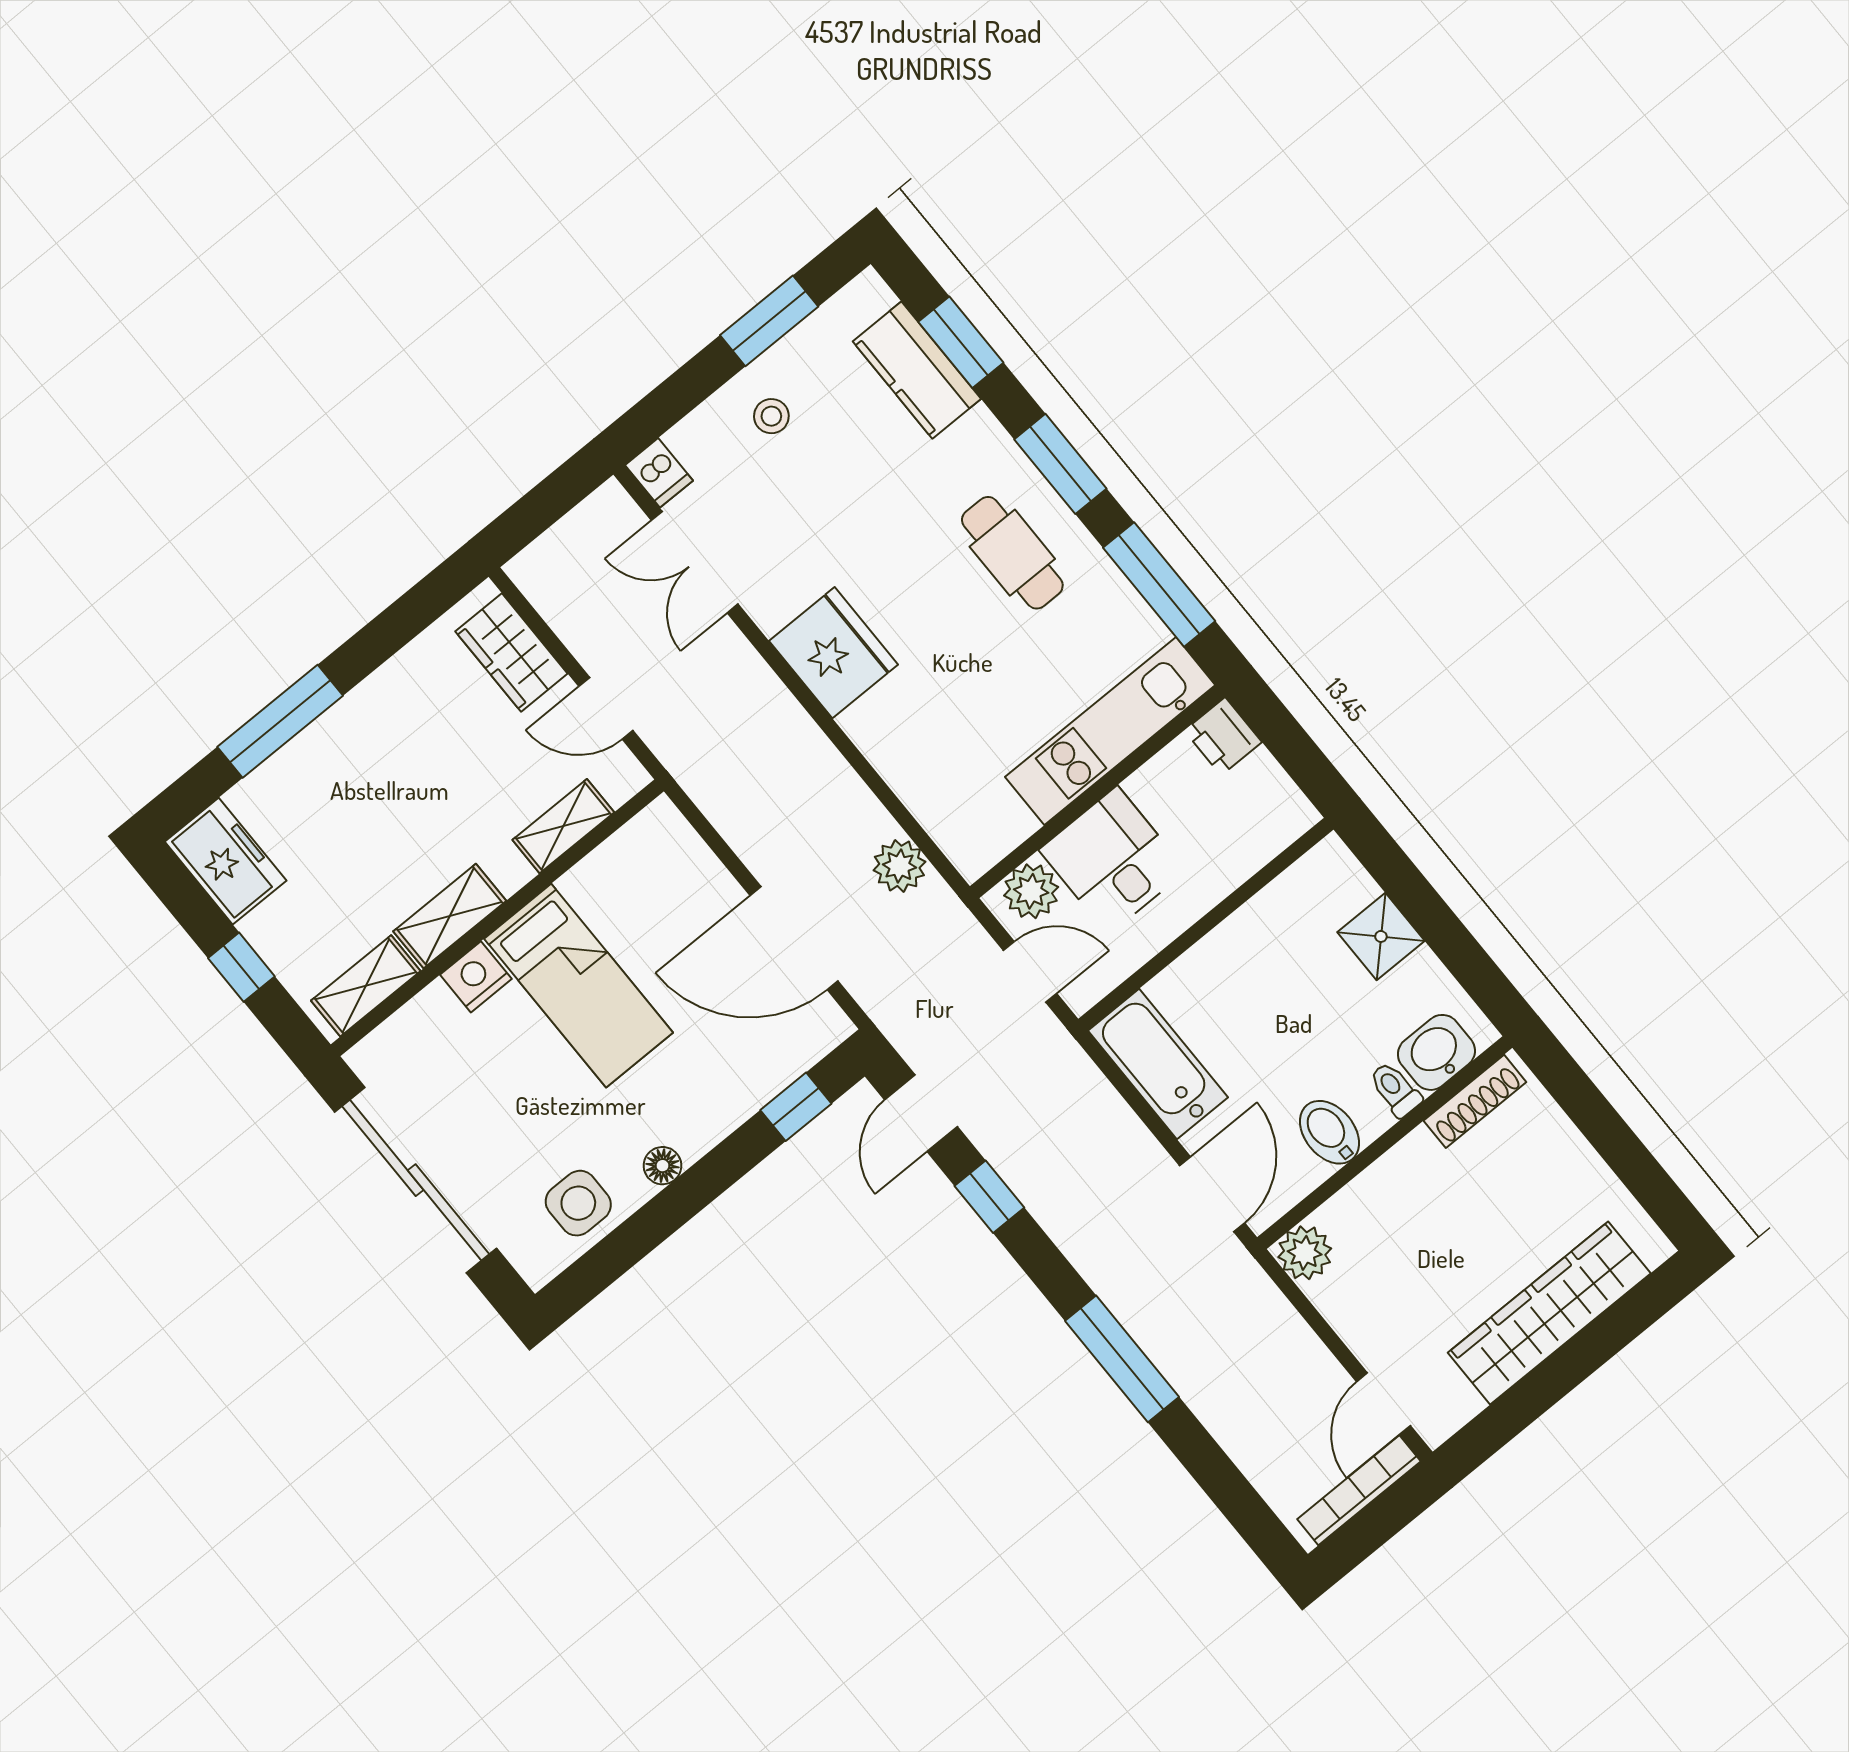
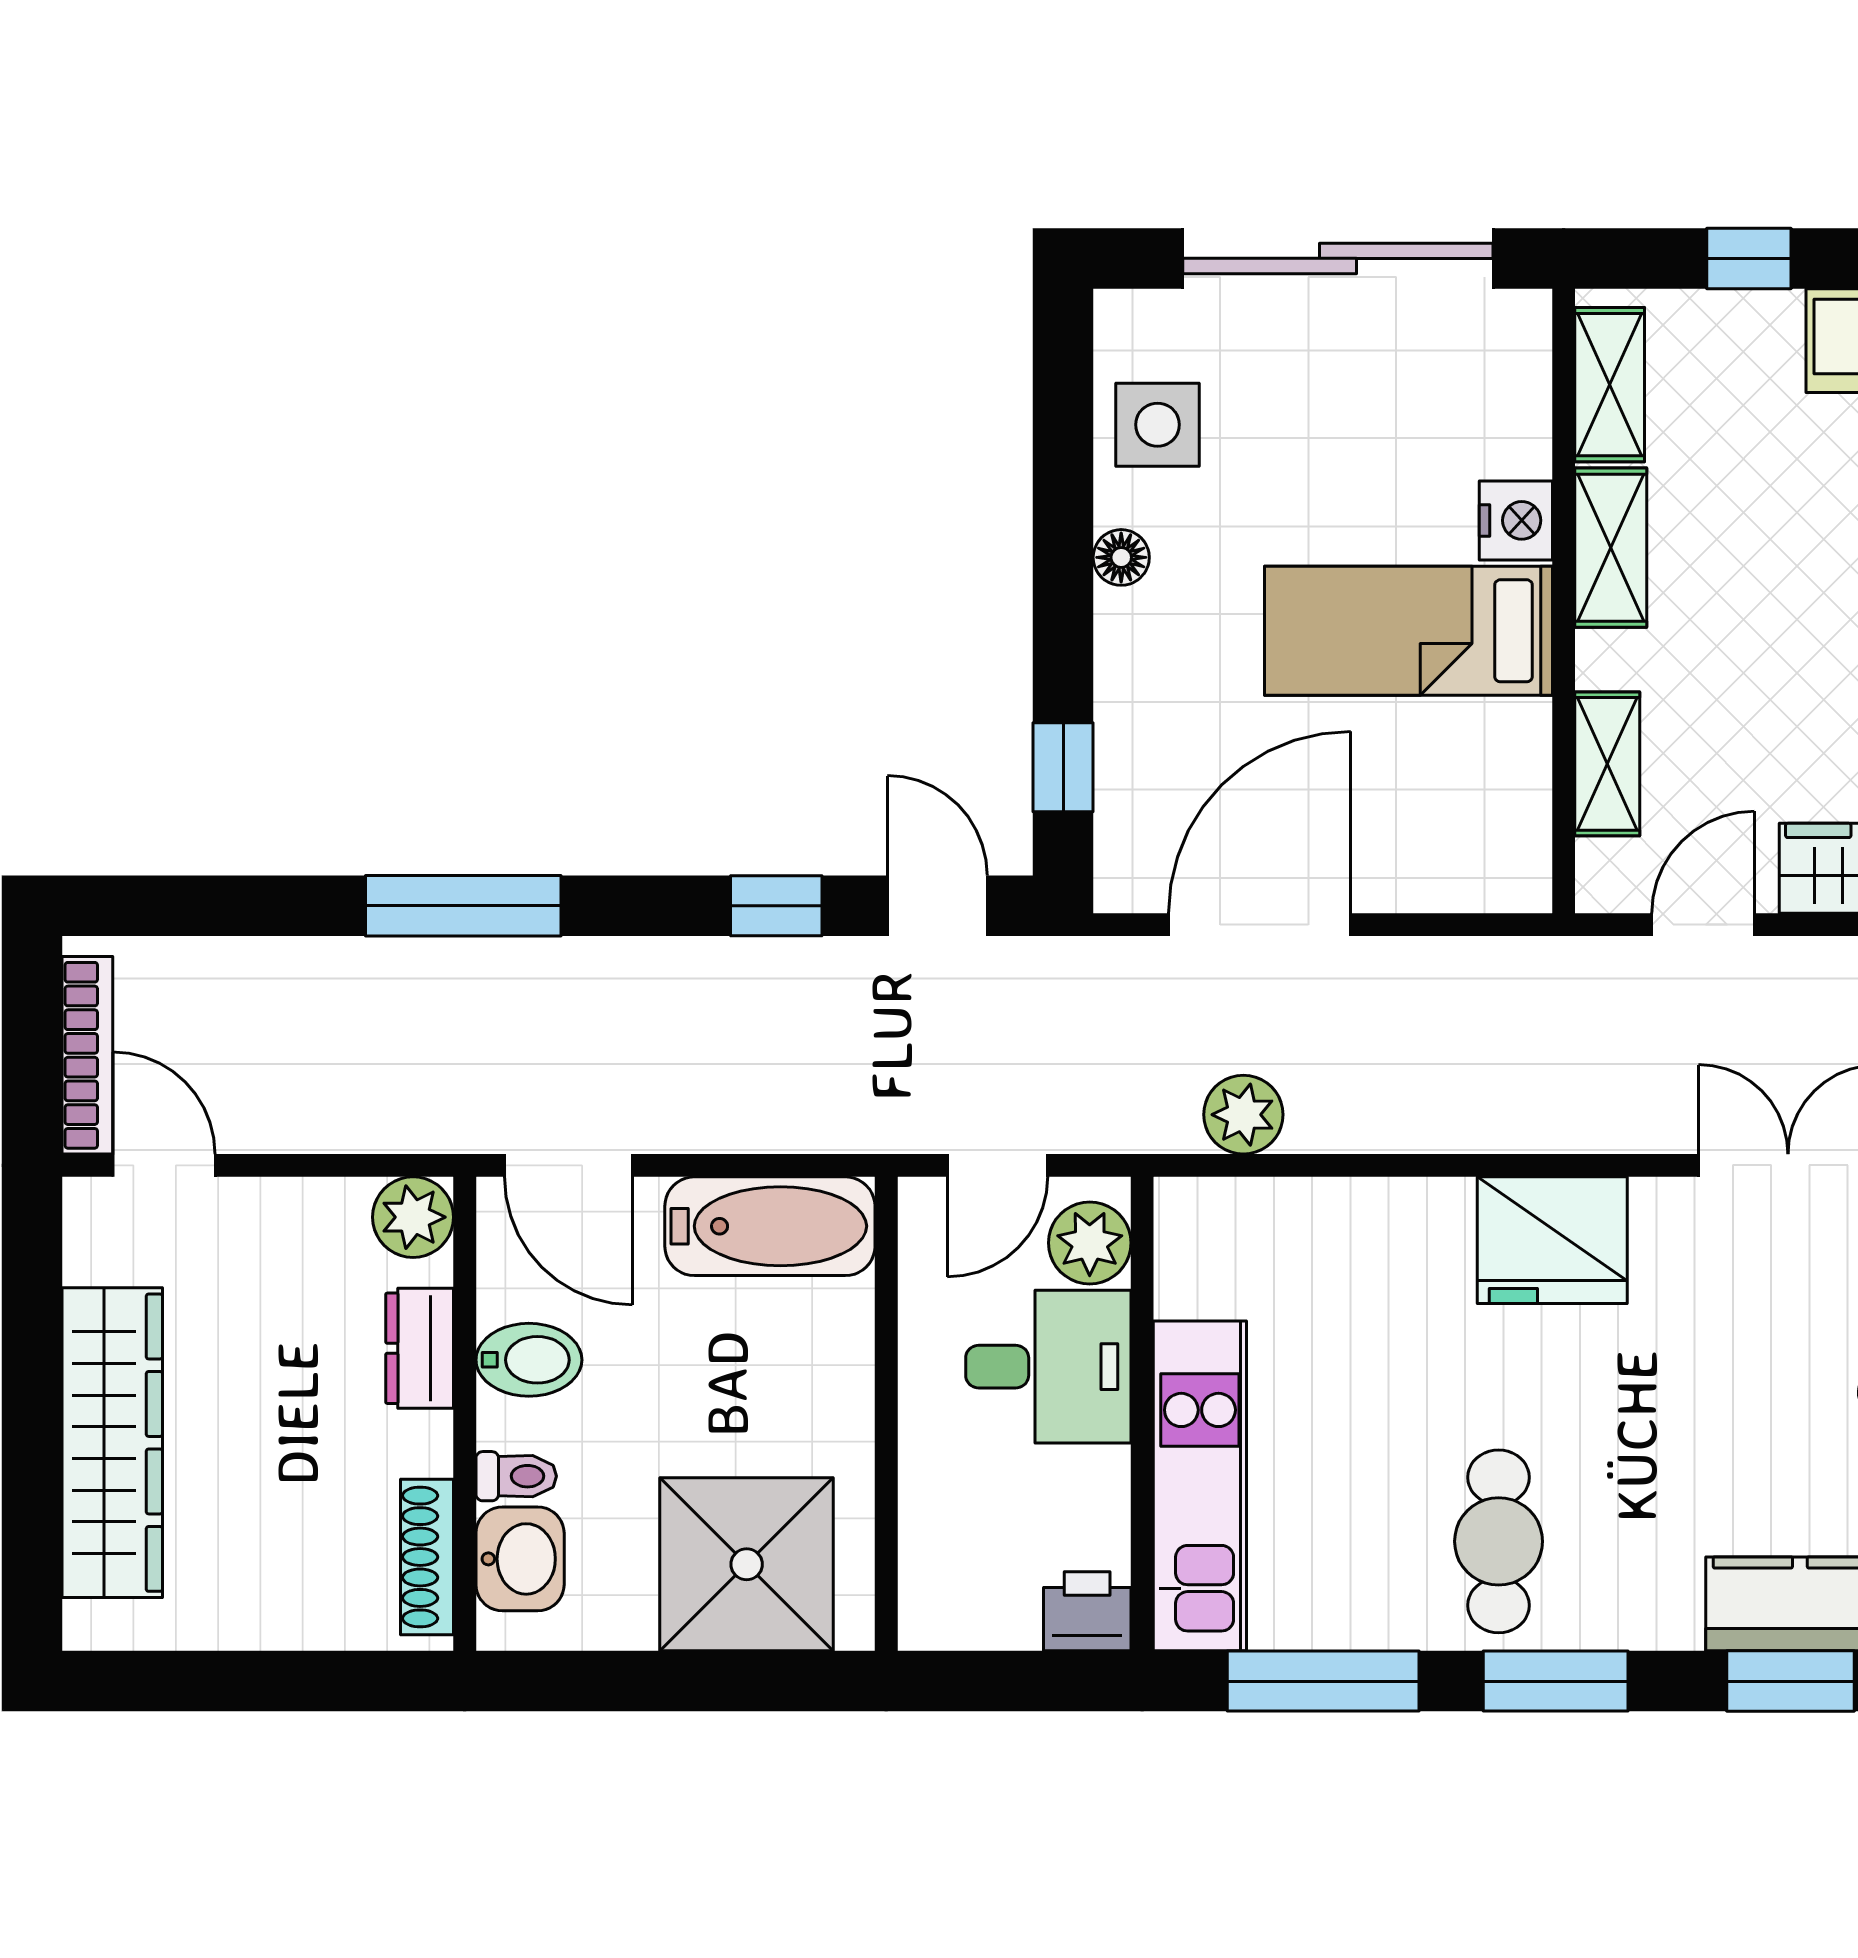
cafe table: (1012, 553) -> (1499, 1541), turned 90
shower: (1381, 936) -> (747, 1564), width x1.86, depth x1.86
dresser: (1370, 1194) -> (420, 1348), added

